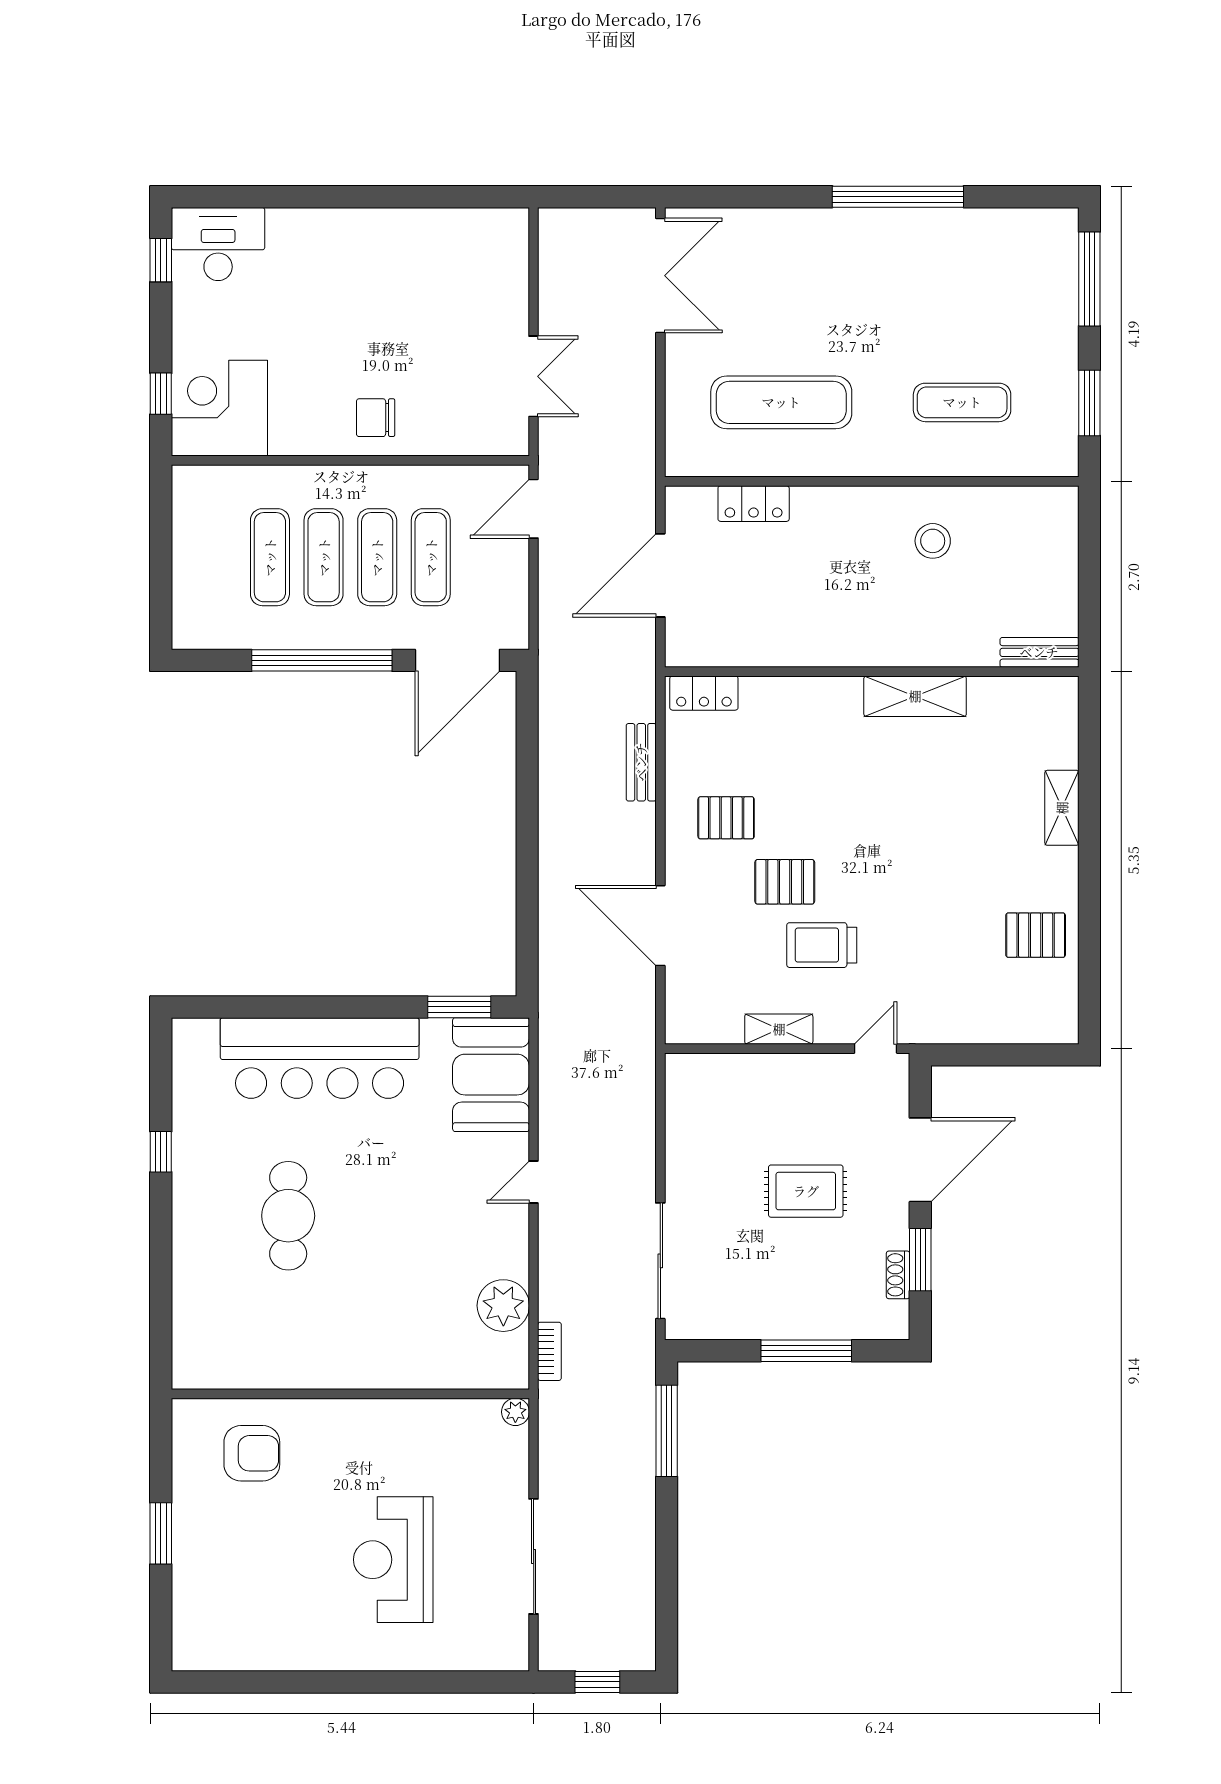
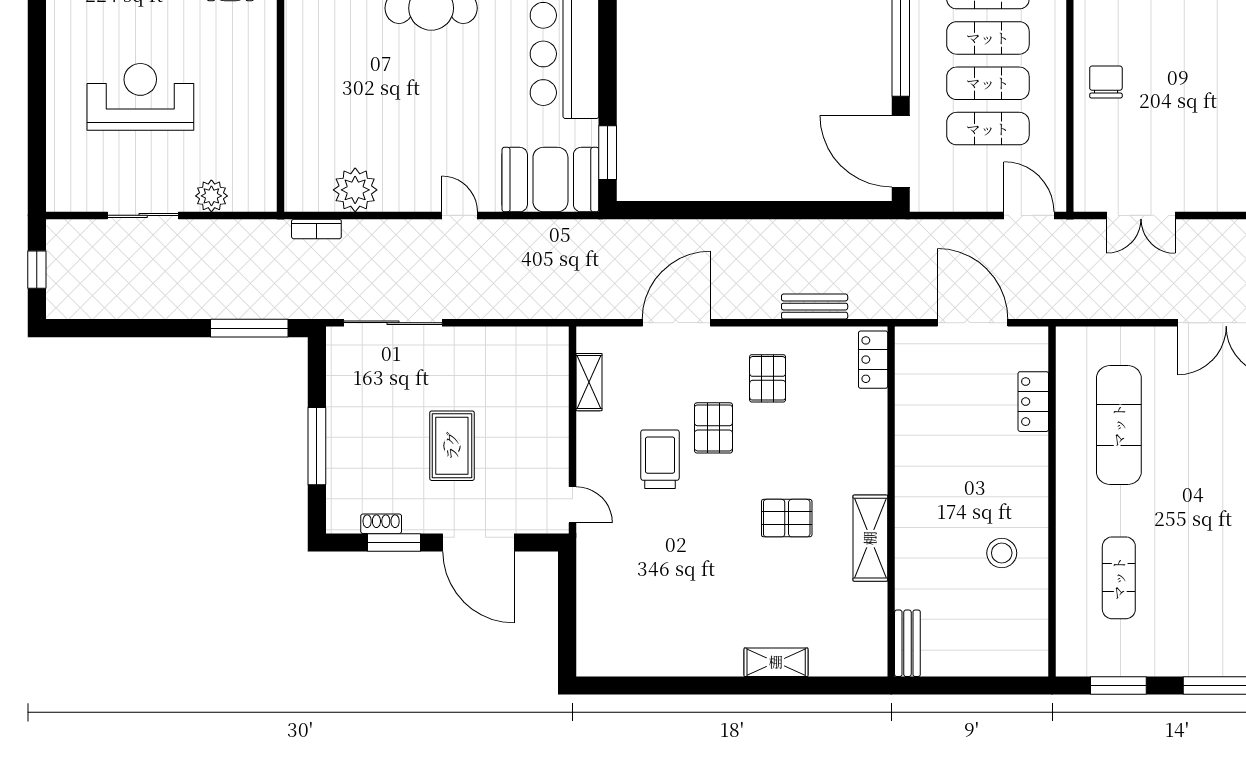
pallet: (1036, 935) -> (787, 518), moved, turned 90
shelving: (779, 1029) -> (589, 382), moved
plant: (515, 1412) -> (211, 196), moved, width x1.38, depth x1.38
sliding door: (534, 1556) -> (143, 215), width x0.73

